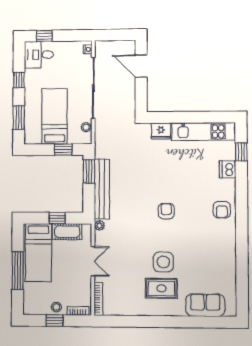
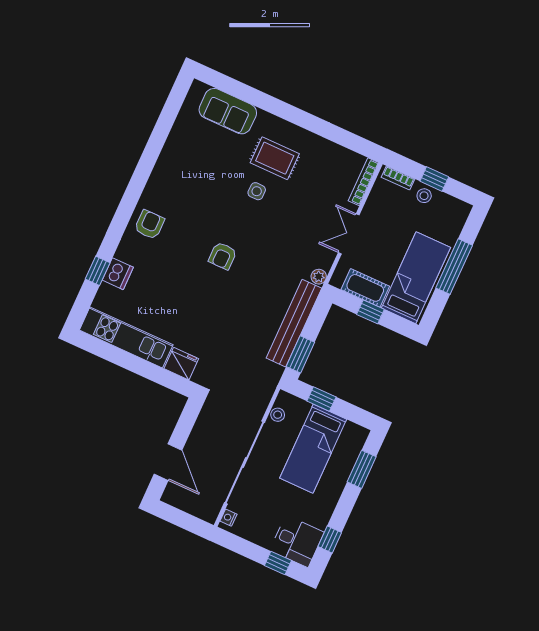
window: (19, 80) -> (330, 540), moved
window: (241, 152) -> (98, 271), moved
side table: (163, 262) -> (257, 191), width x0.54, depth x0.54

